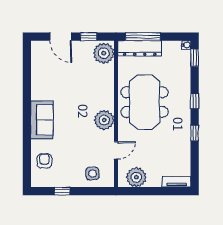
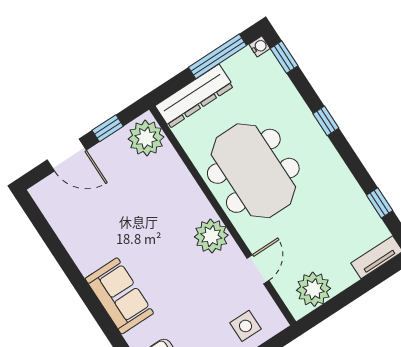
window: (143, 37) -> (217, 56), moved
window: (195, 133) -> (380, 203), moved

